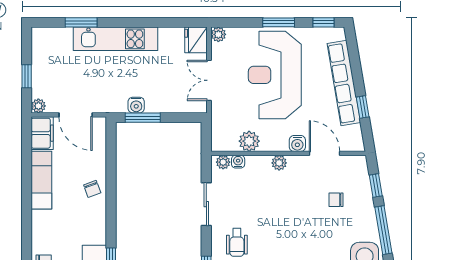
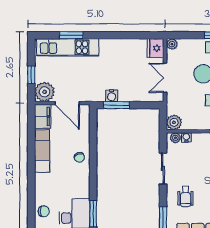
kitchen unit: (116, 39) -> (68, 47), moved
plant: (38, 106) -> (45, 92), width x1.88, depth x1.88
plant: (249, 141) -> (174, 122), moved

